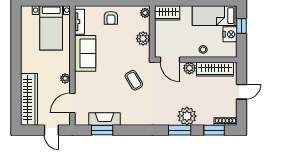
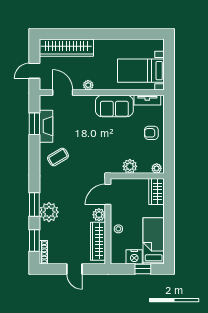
coffee table: (134, 80) -> (58, 157), moved

